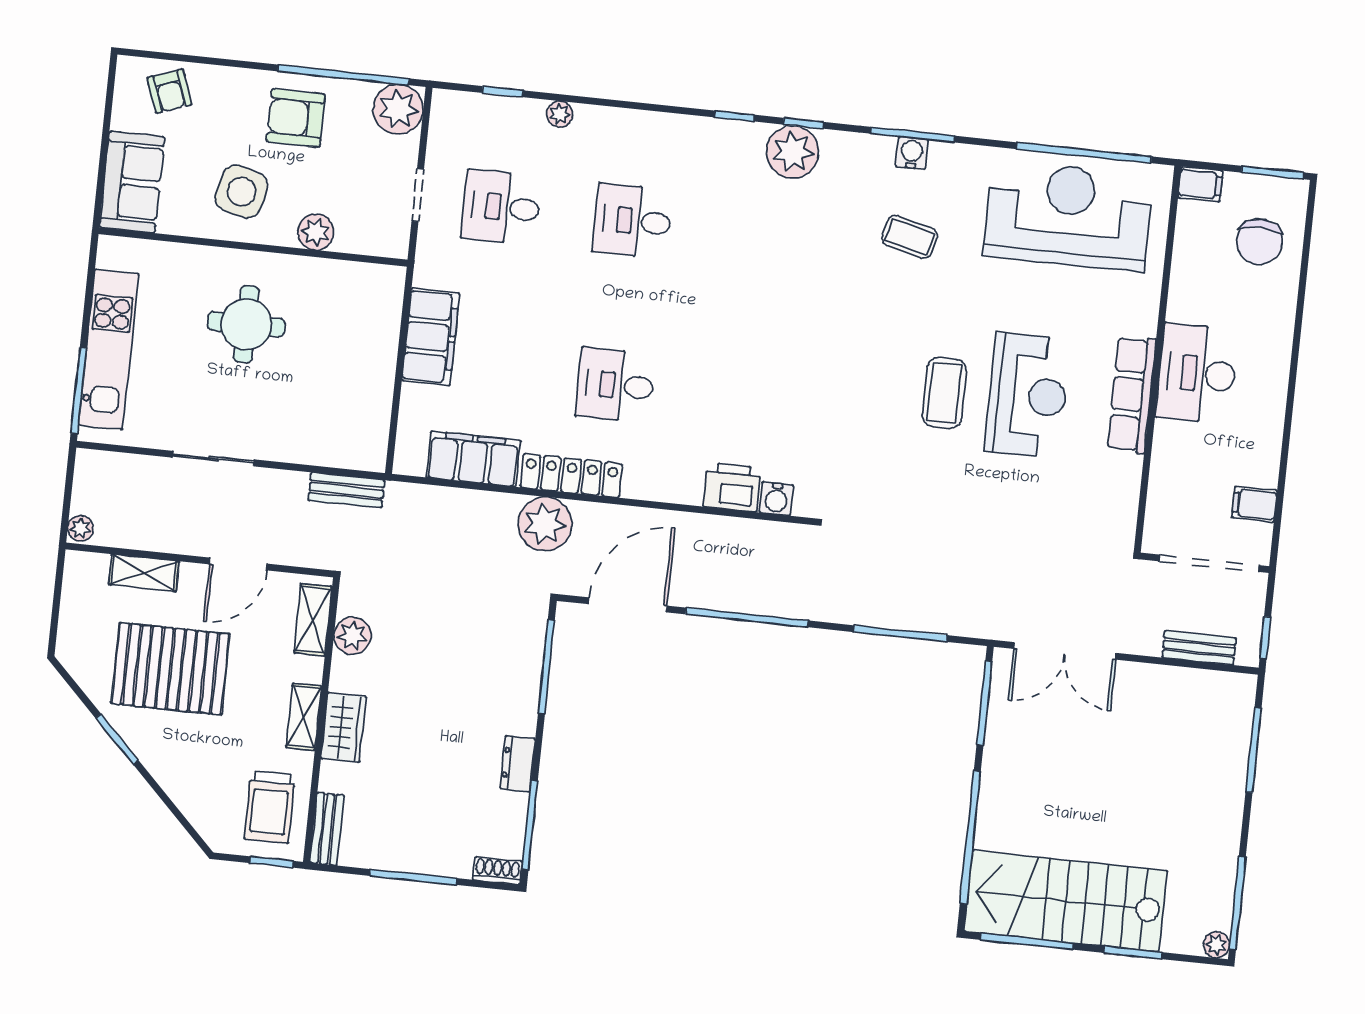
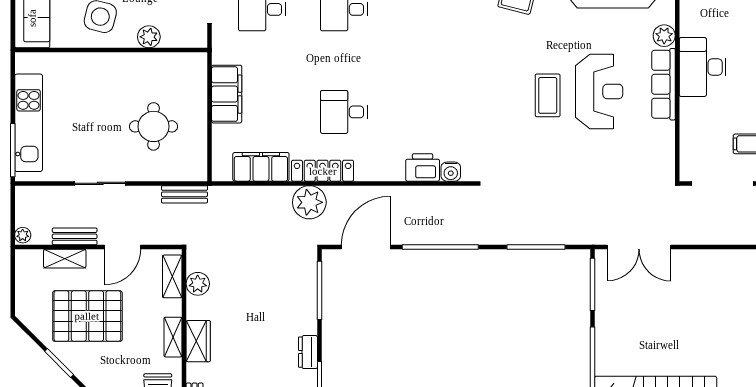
plant: (1141, 317) -> (664, 36), added
round table: (246, 324) -> (154, 126), moved
bench: (1199, 648) -> (75, 236), moved

